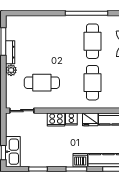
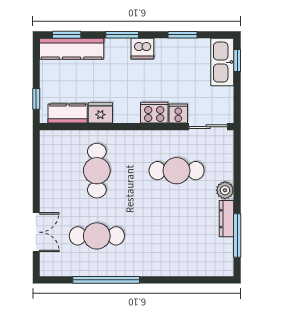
cafe table: (92, 41) -> (97, 236), turned 90
cooker: (71, 119) -> (178, 114), moved
dishwasher: (80, 160) -> (142, 49), moved

